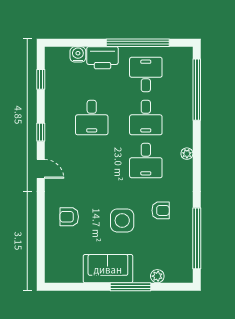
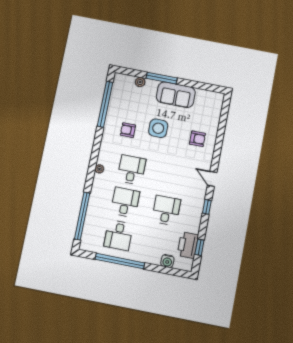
printer: (102, 58) -> (188, 245), moved, turned -90

